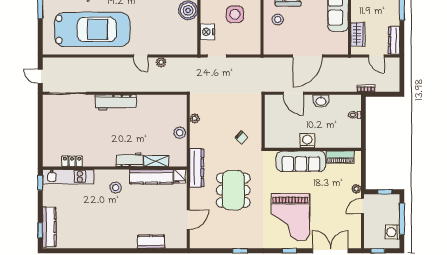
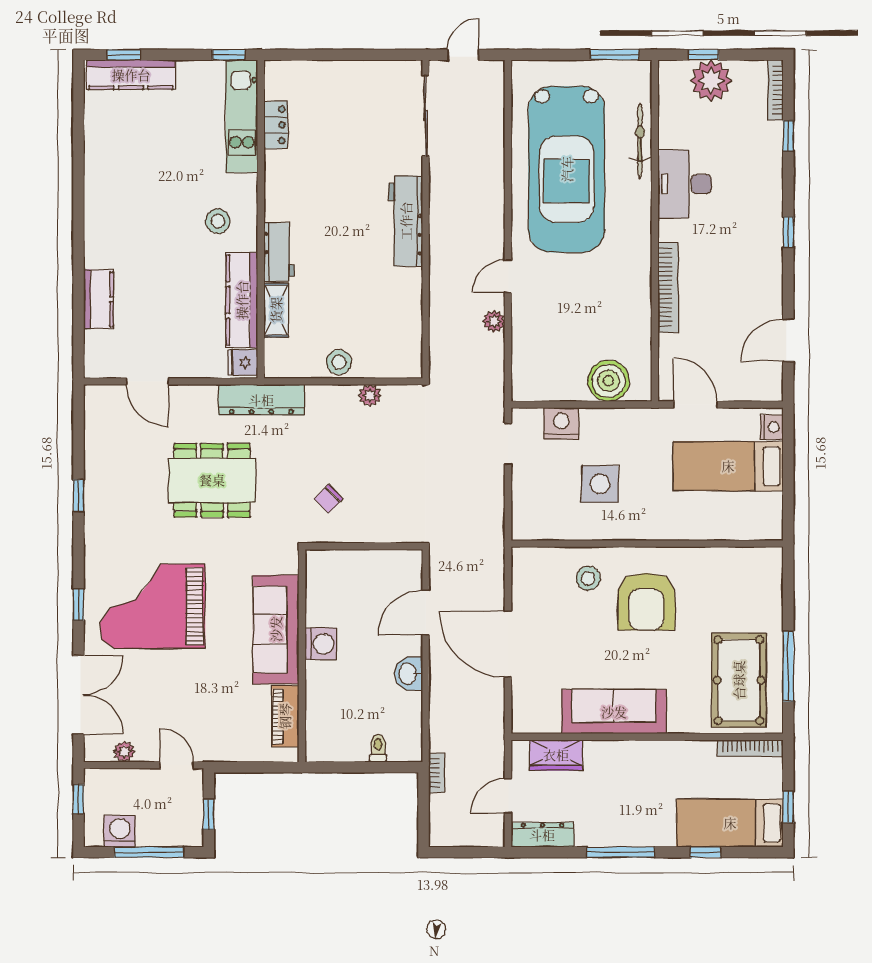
plant: (356, 189) -> (124, 752), moved

